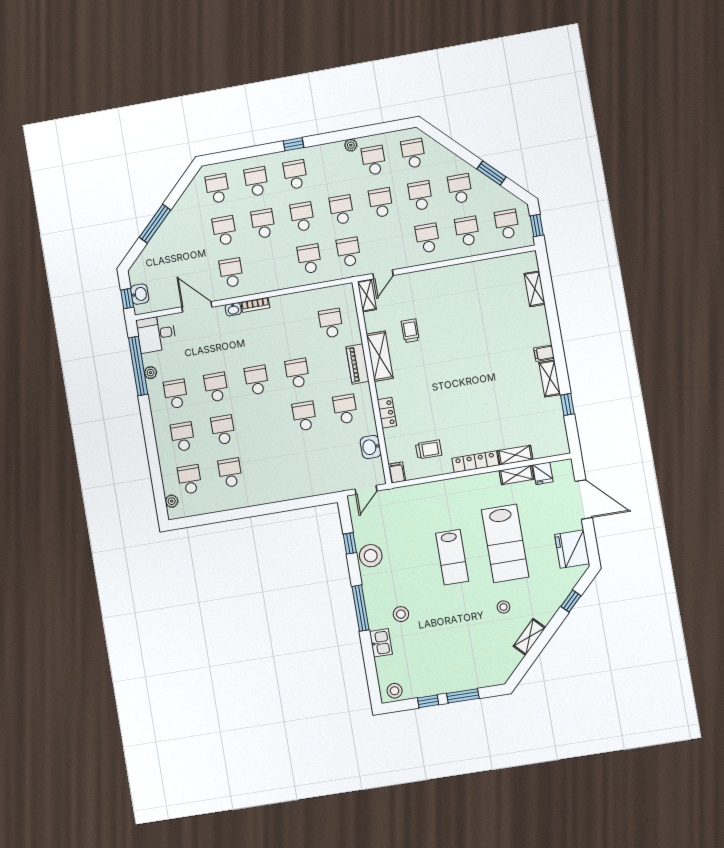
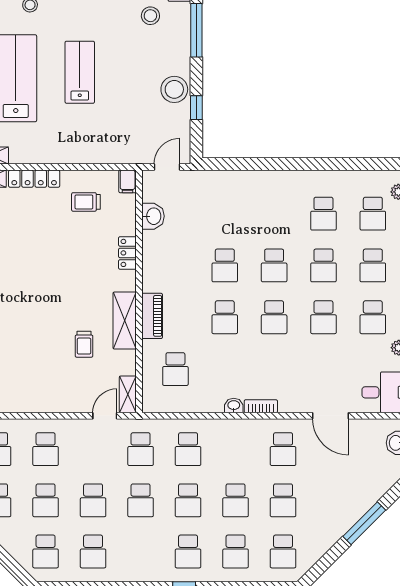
plant: (351, 145) -> (117, 574), removed
washbasin: (233, 309) -> (234, 406), moved
school desk: (345, 409) -> (274, 265), moved

